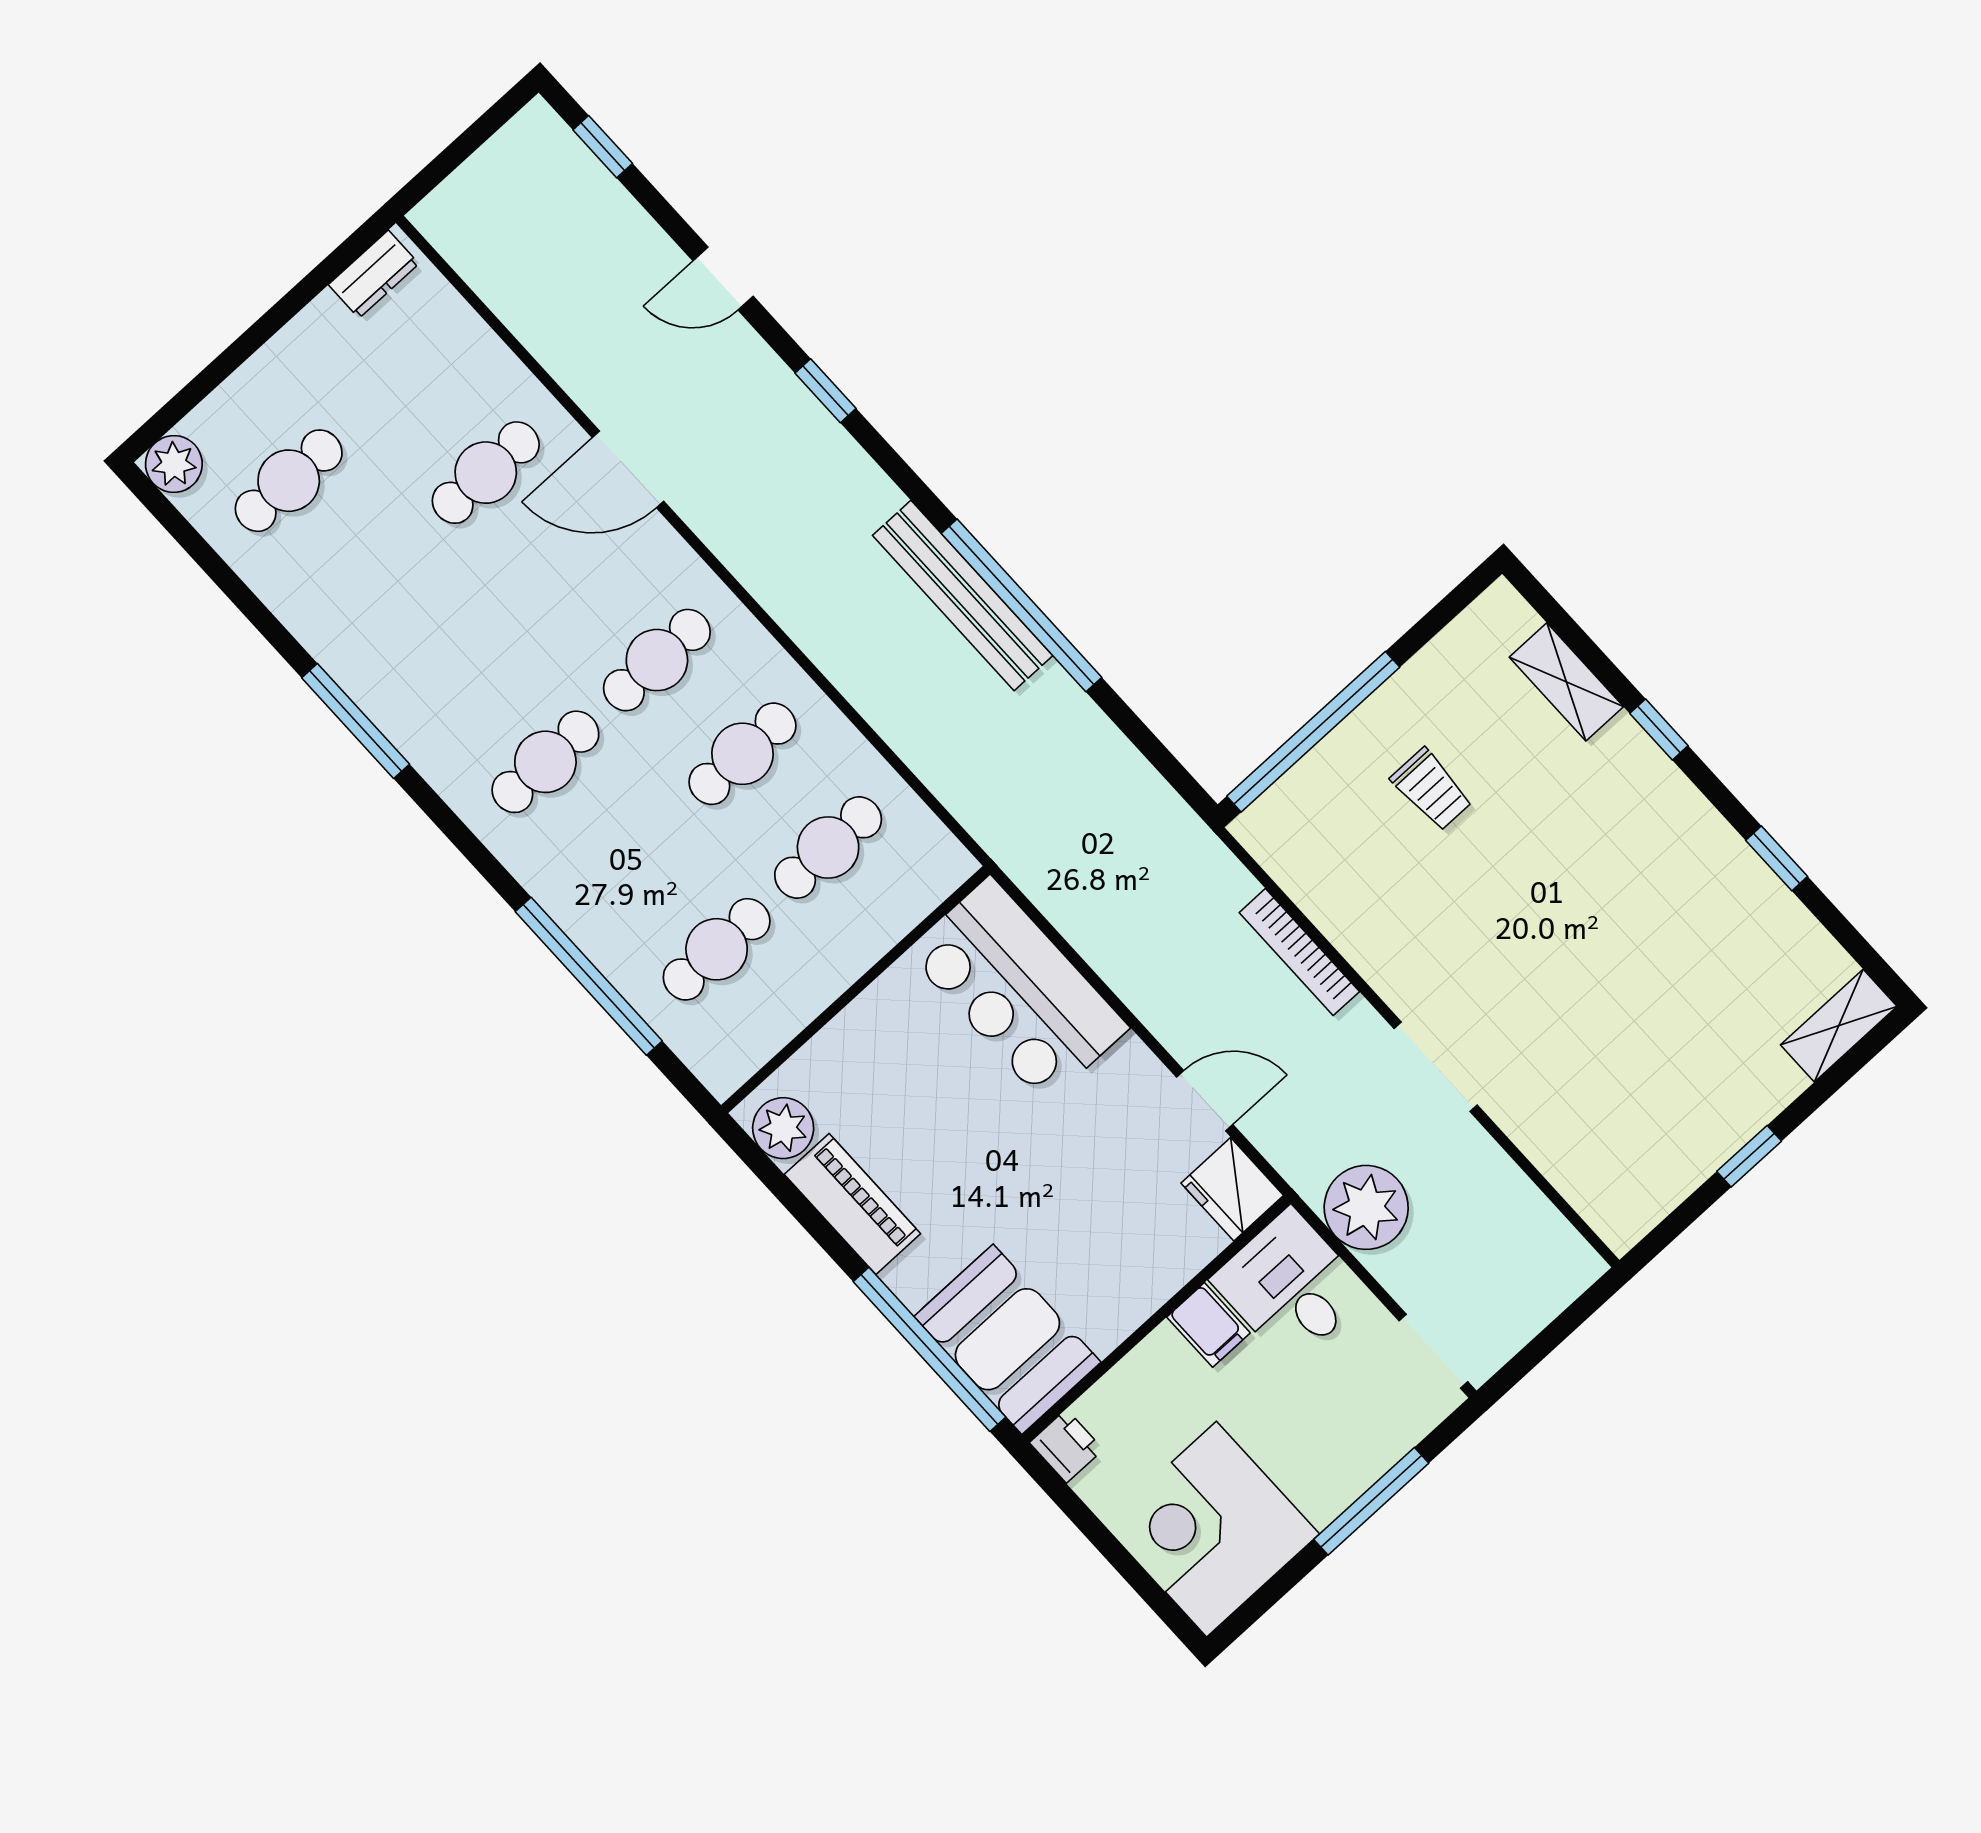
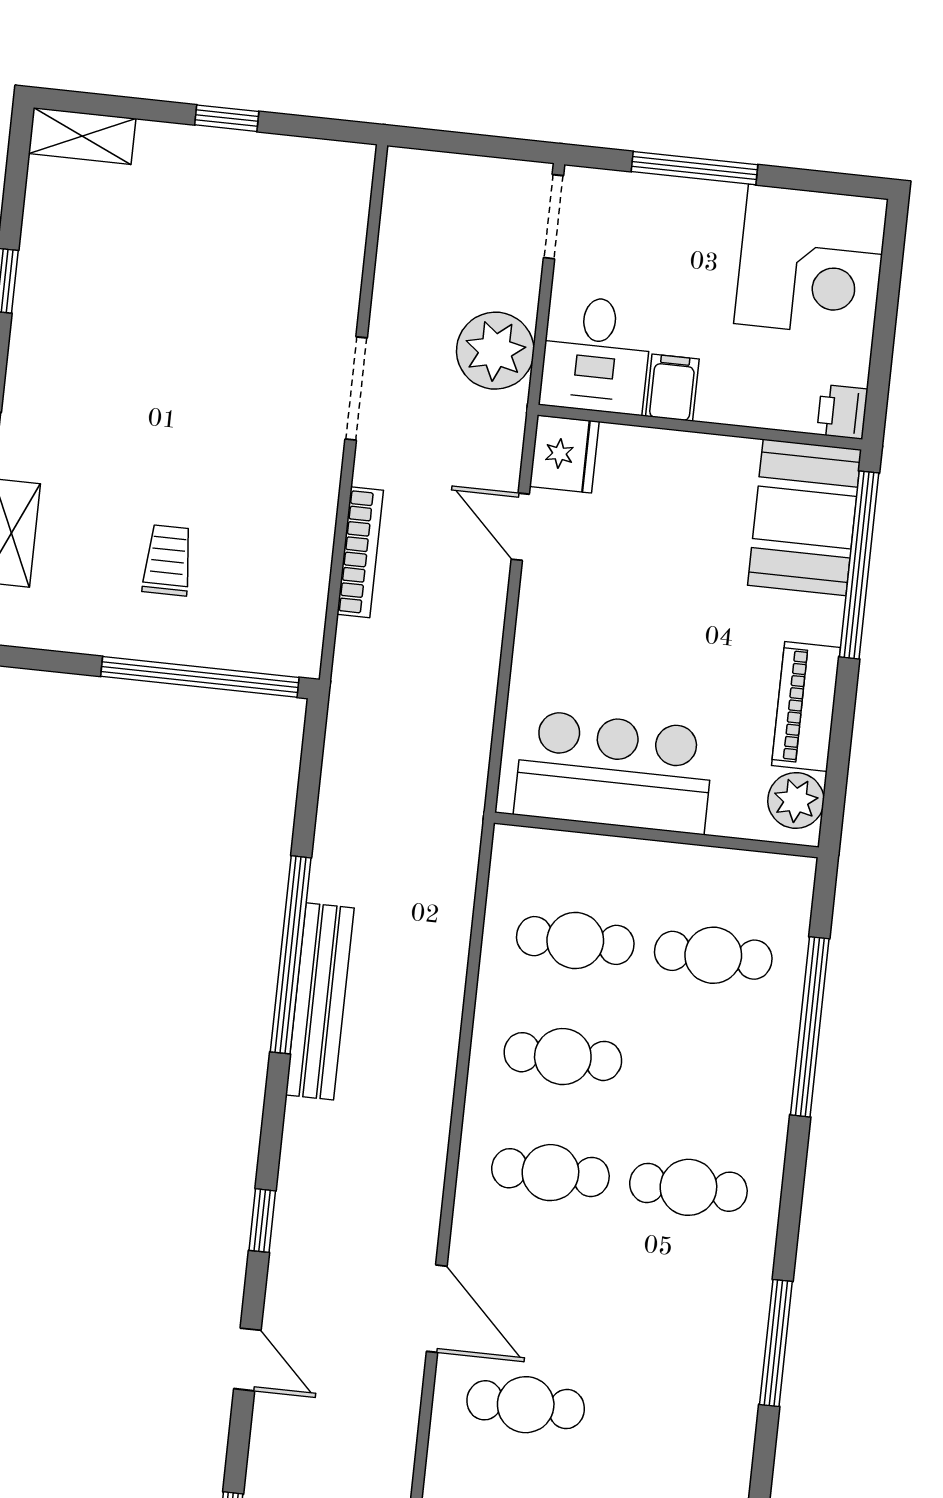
bar counter: (1018, 990) -> (614, 772), moved, turned -90

